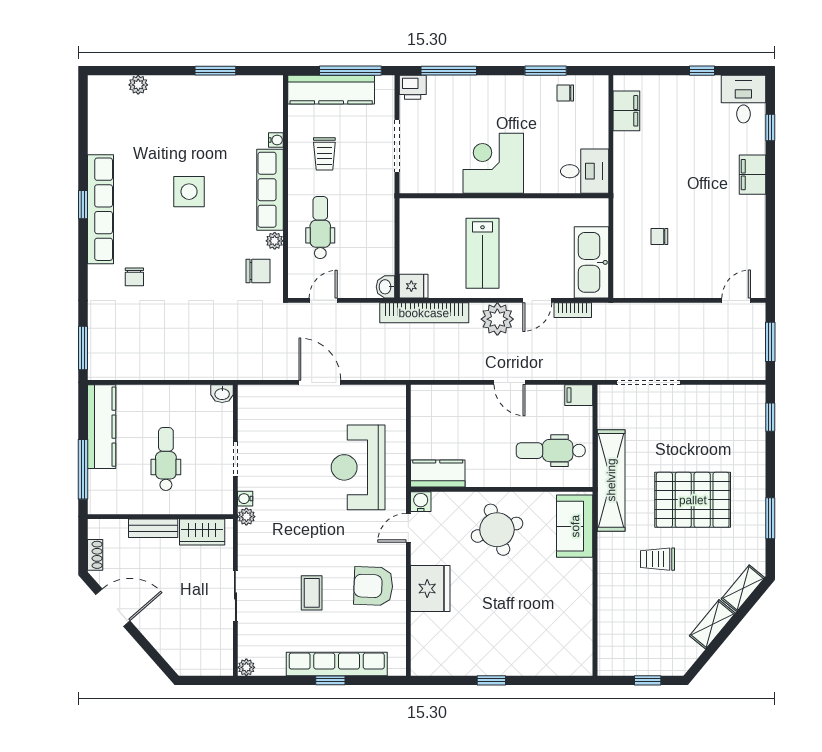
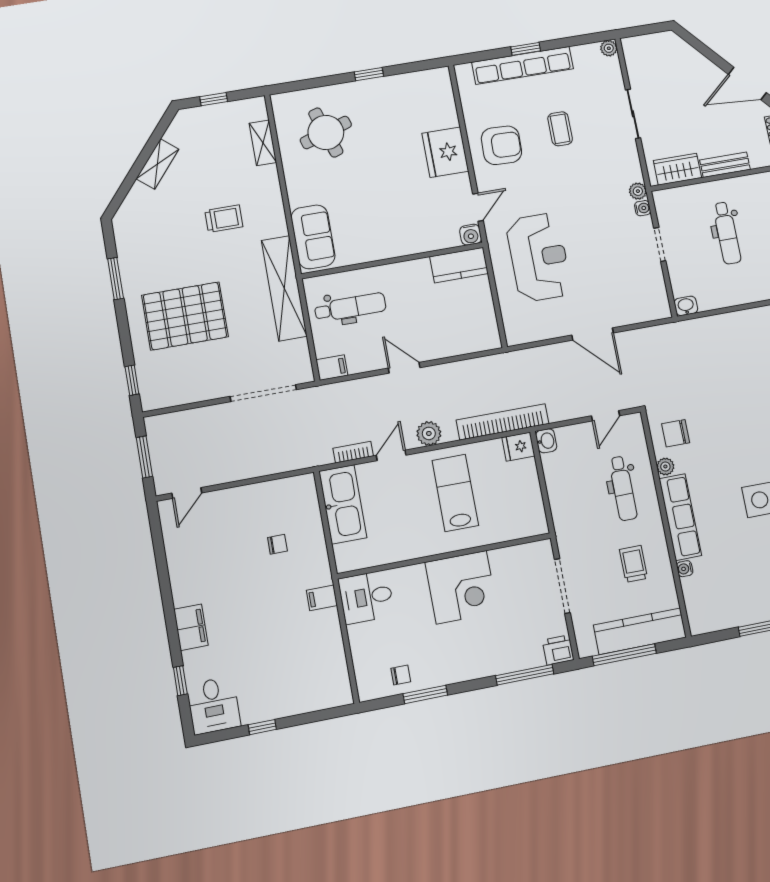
filing cabinet: (626, 111) -> (322, 598), moved, width x0.50
plant: (497, 319) -> (429, 433), width x0.73, depth x0.73
pallet: (693, 500) -> (185, 316), moved
round table: (497, 530) -> (326, 132), moved
shelving: (743, 588) -> (263, 143), moved, turned -40

